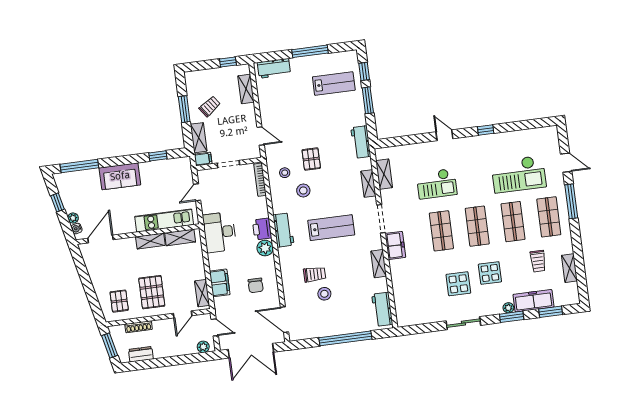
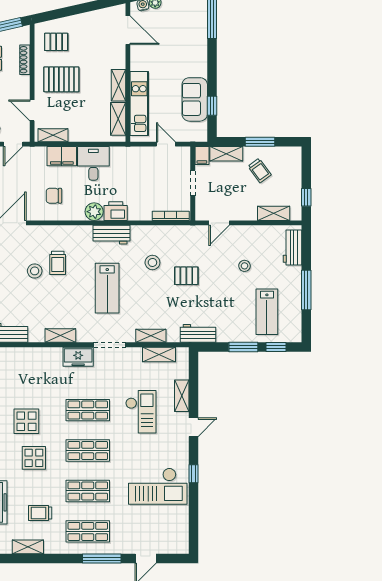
shelving: (418, 149) -> (182, 396), added
stool: (285, 173) -> (244, 266), moved
checkout: (519, 174) -> (158, 486), moved, turned -90
sofa: (120, 176) -> (195, 99), moved
checkout: (437, 184) -> (141, 412), turned 180
desk: (220, 232) -> (93, 163), moved, width x0.73

